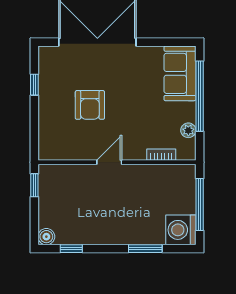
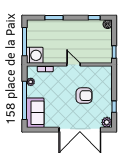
plant: (48, 56) -> (107, 122), added
armchair: (90, 105) -> (84, 96), turned 90
door: (109, 162) -> (73, 64), swing flipped
washing machine: (181, 230) -> (35, 55), moved

